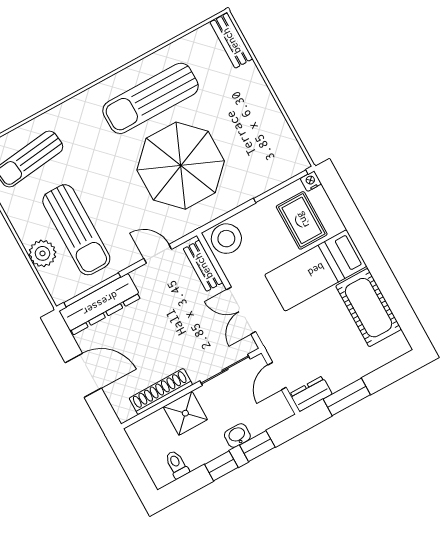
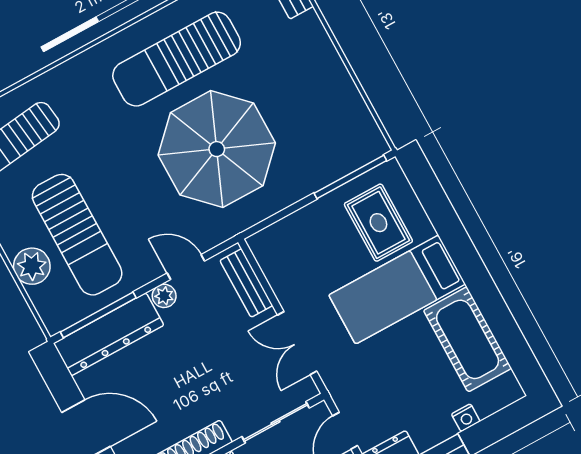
nightstand: (311, 181) -> (466, 418), moved, turned 180
stool: (226, 239) -> (278, 247), removed
plant: (141, 275) -> (164, 296), added

